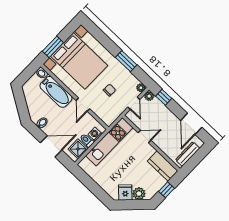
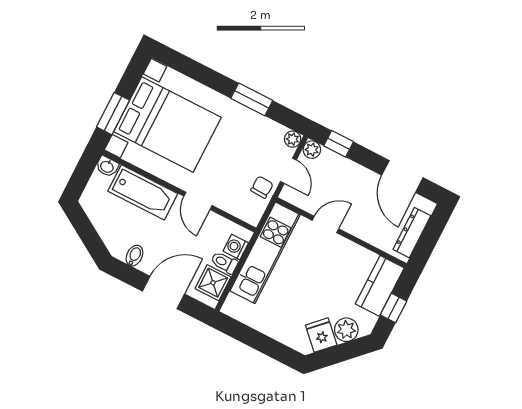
chair: (109, 90) -> (262, 187), moved
kitchen counter: (163, 166) -> (380, 286), moved, turned 90

